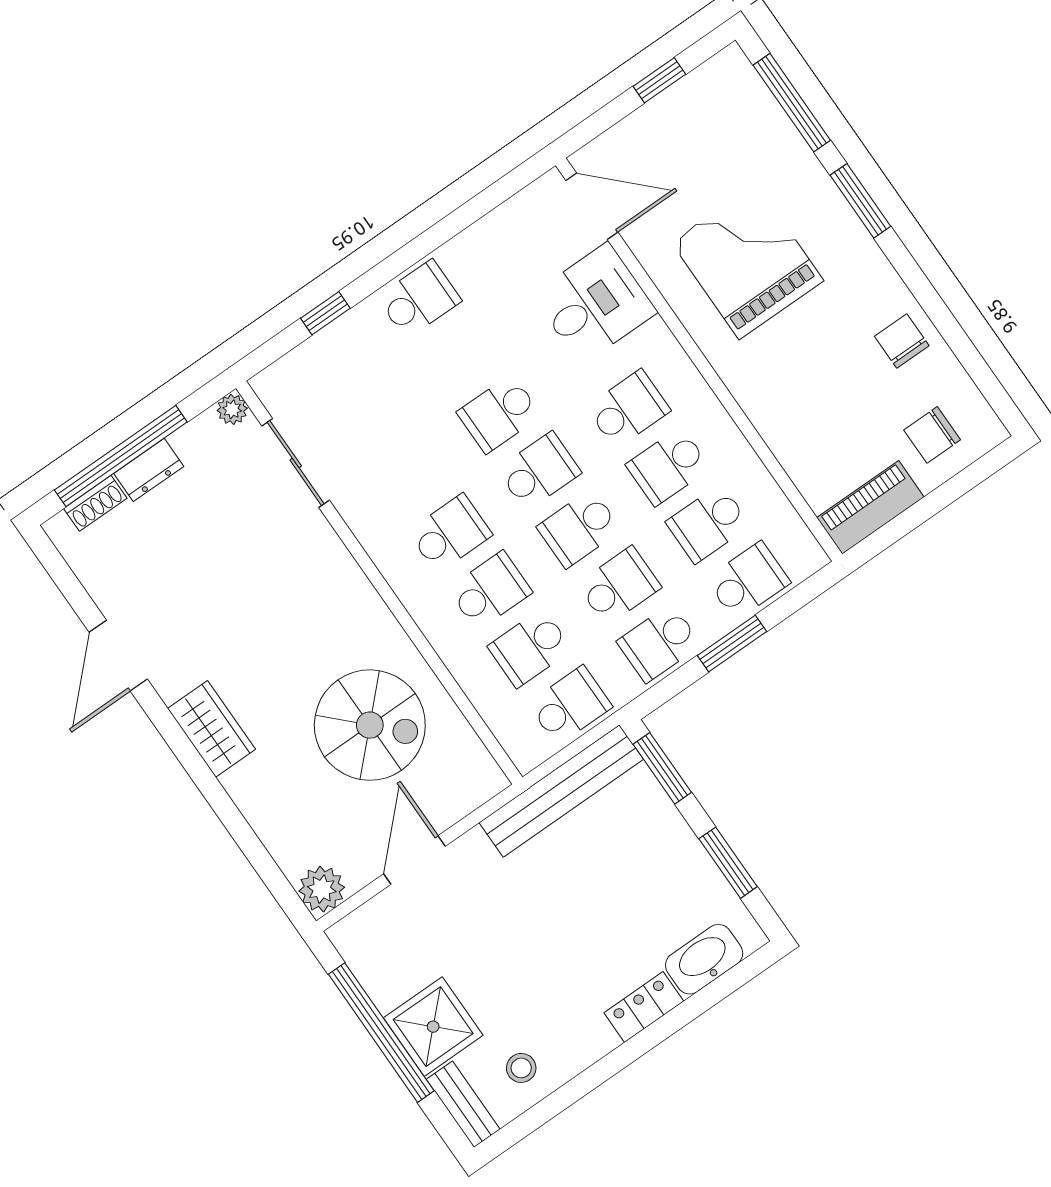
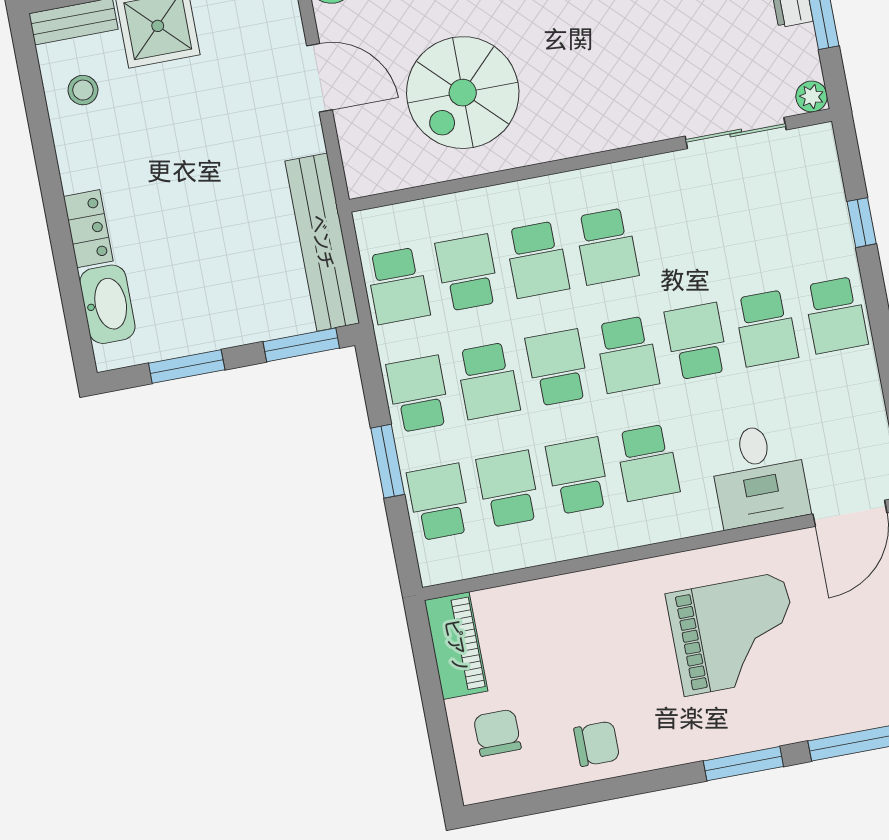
school desk: (459, 357) -> (766, 328), added
school desk: (748, 581) -> (439, 502), turned 180

